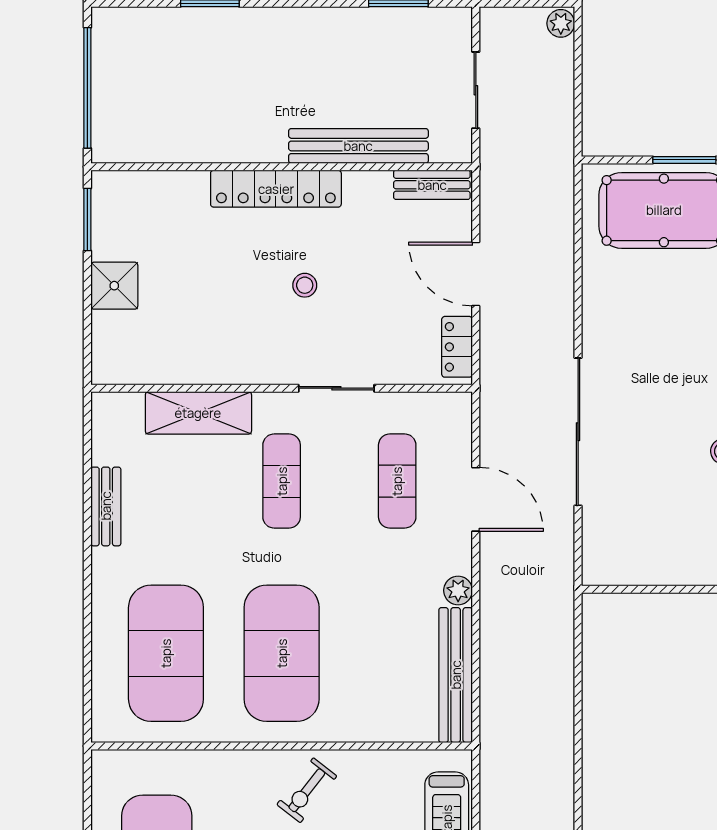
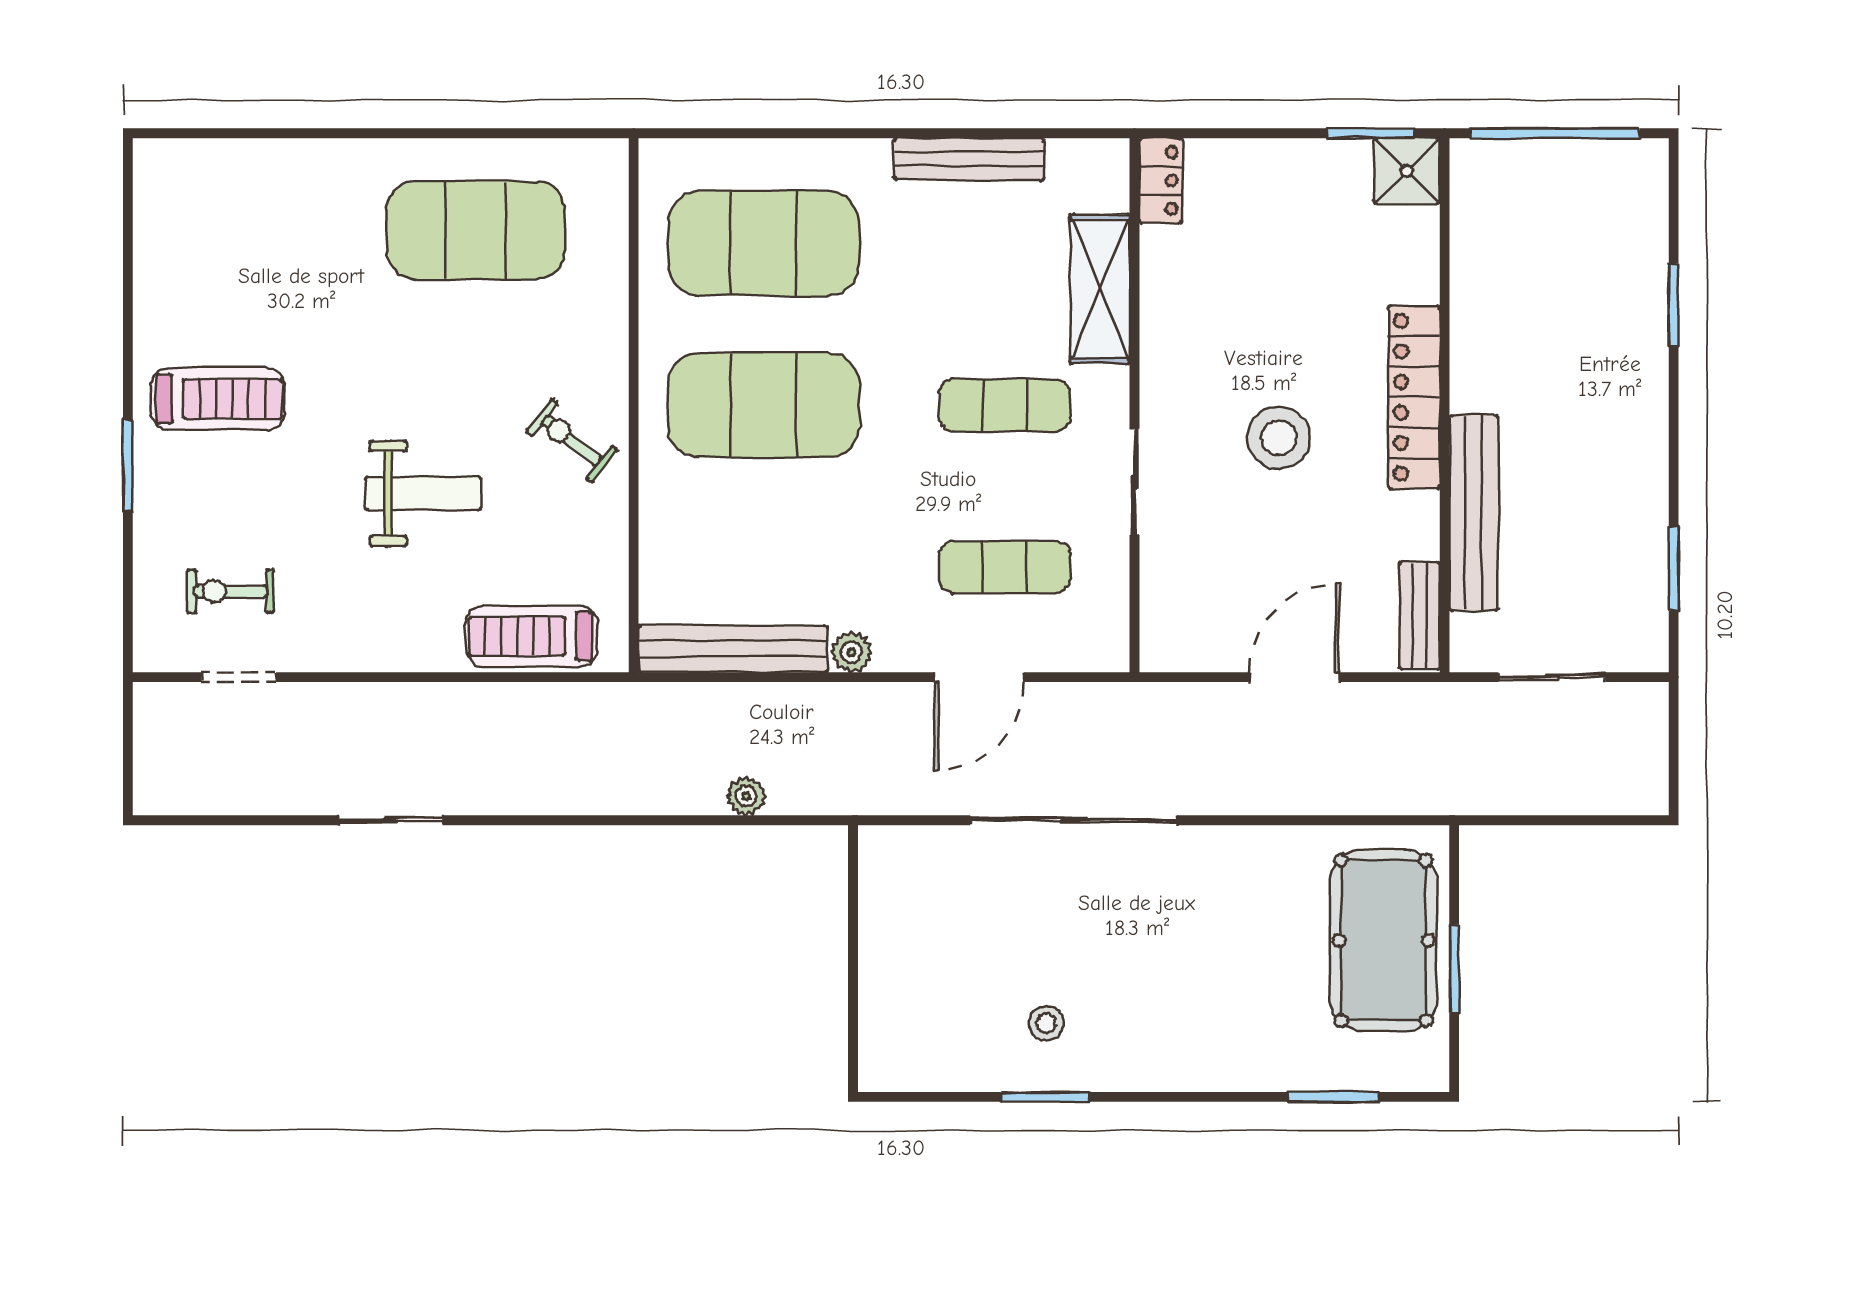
plant: (561, 23) -> (746, 796), moved
stool: (305, 285) -> (1279, 438), width x1.89, depth x1.89
shower: (114, 286) -> (1407, 171), moved
locker: (457, 347) -> (1161, 181), moved, turned 90
bench: (106, 506) -> (969, 159), width x1.36

